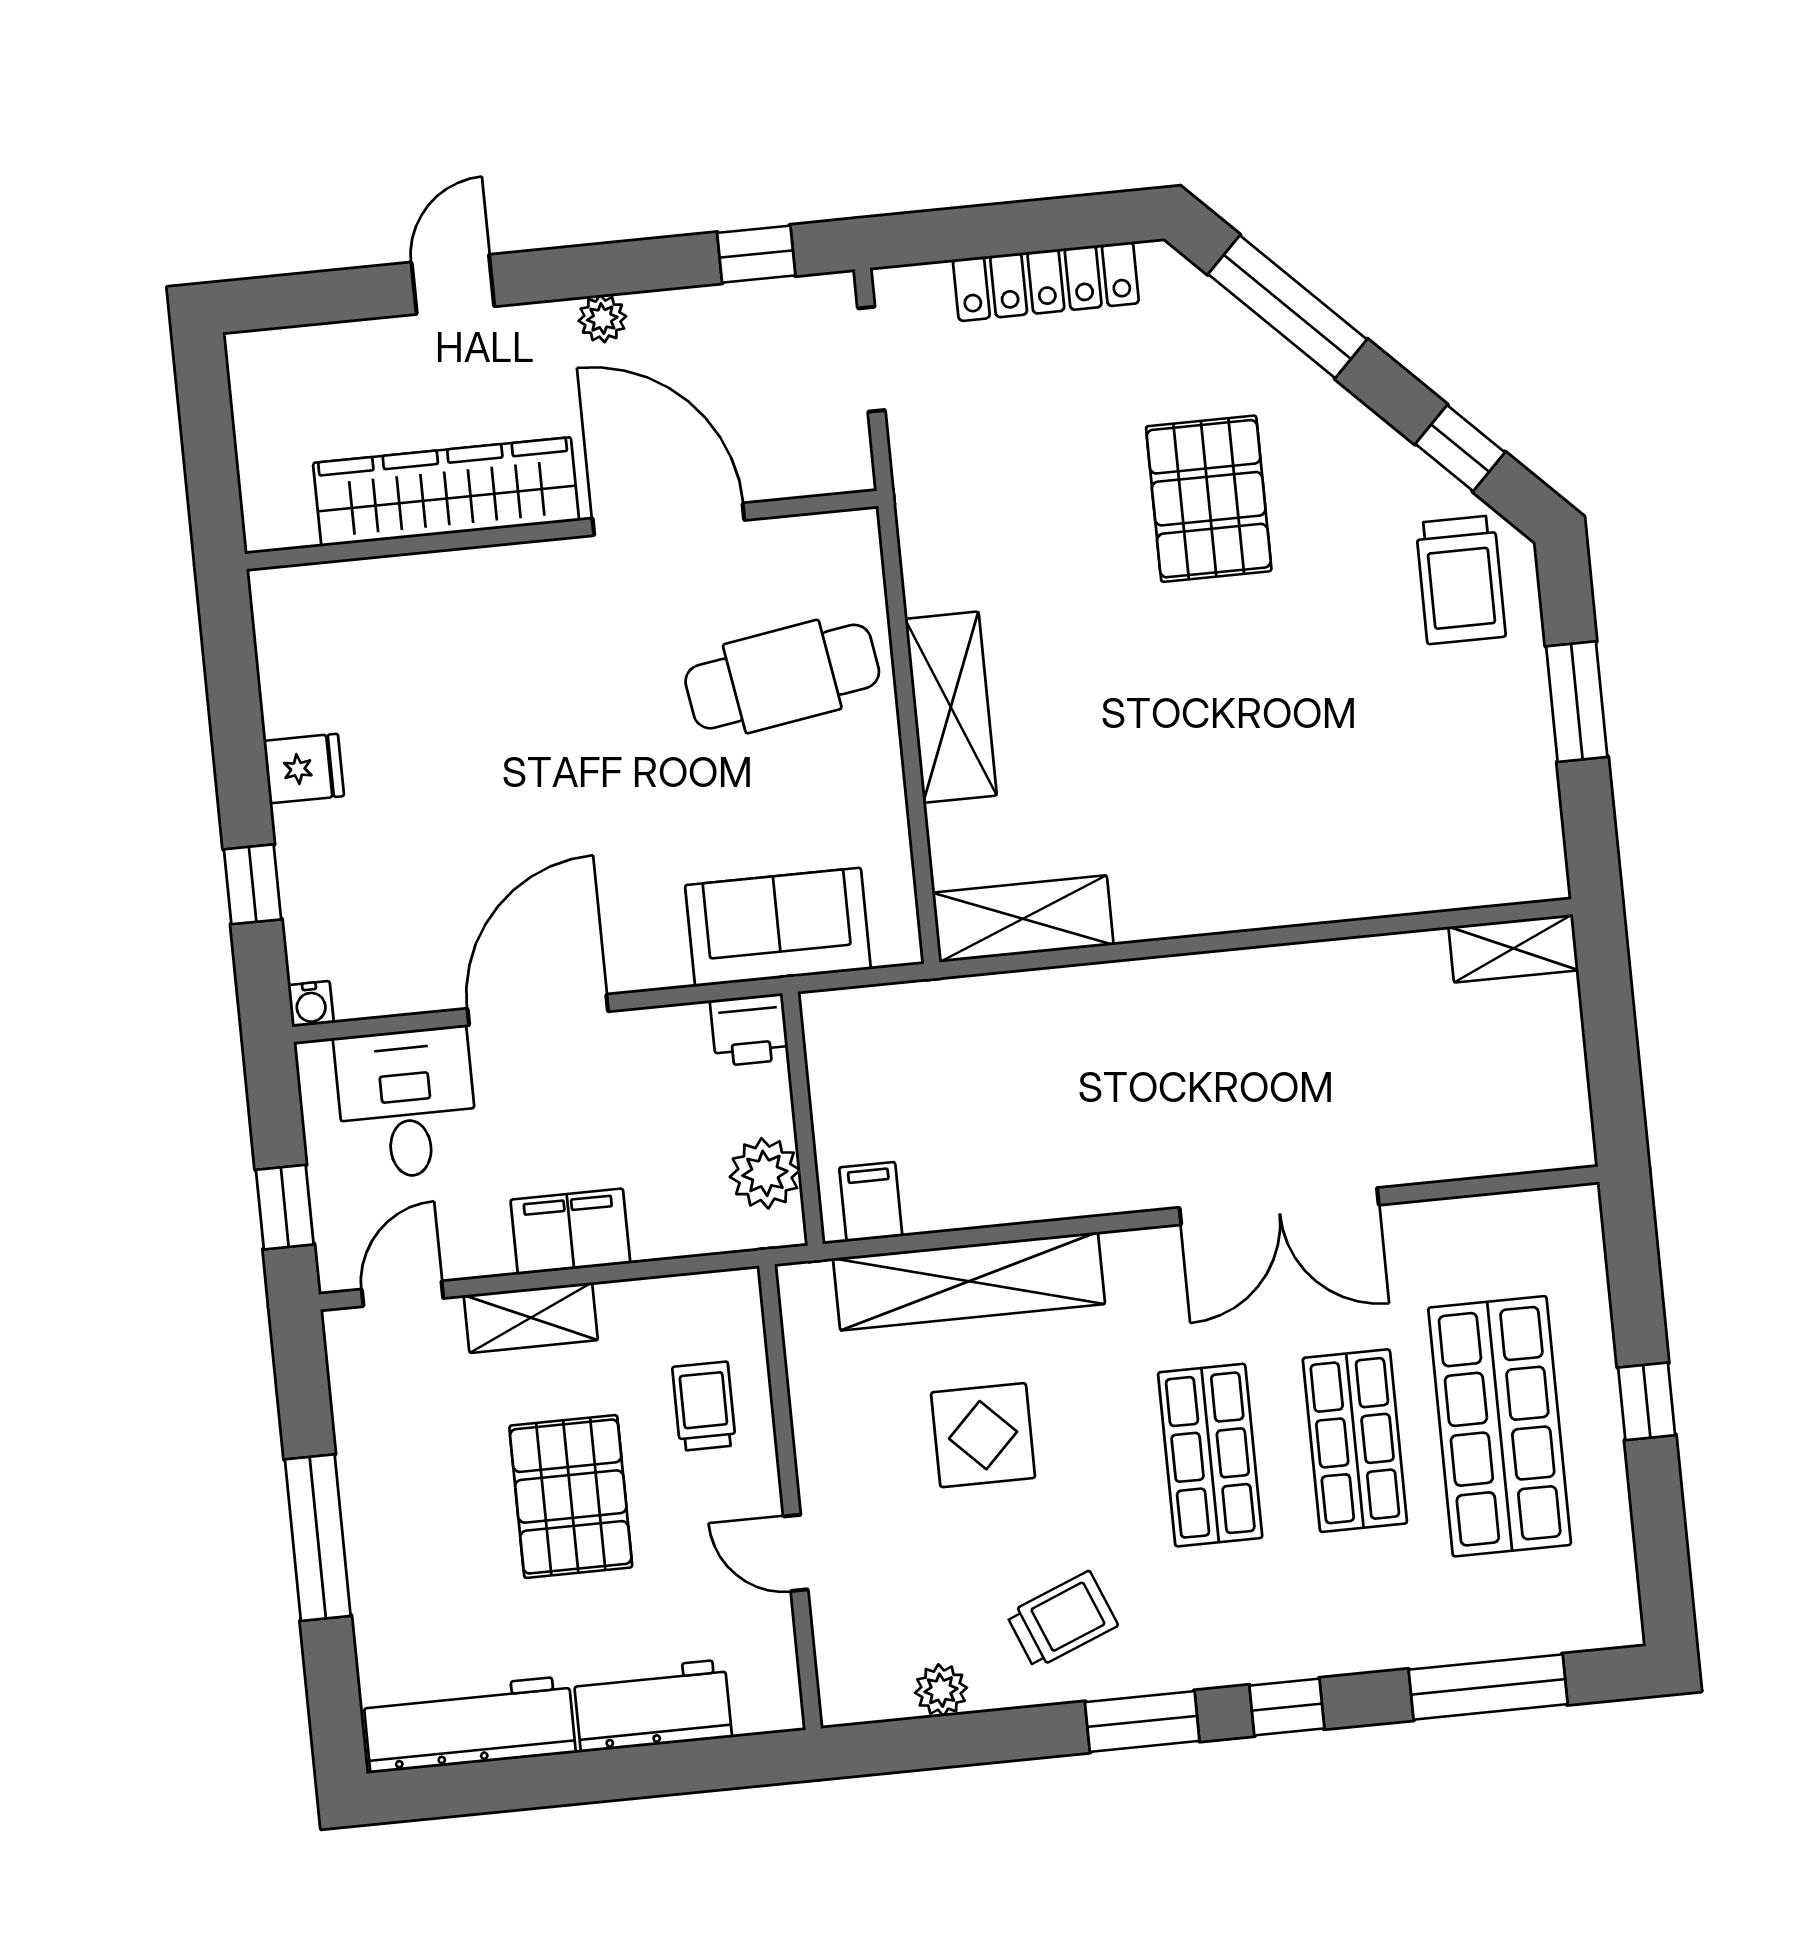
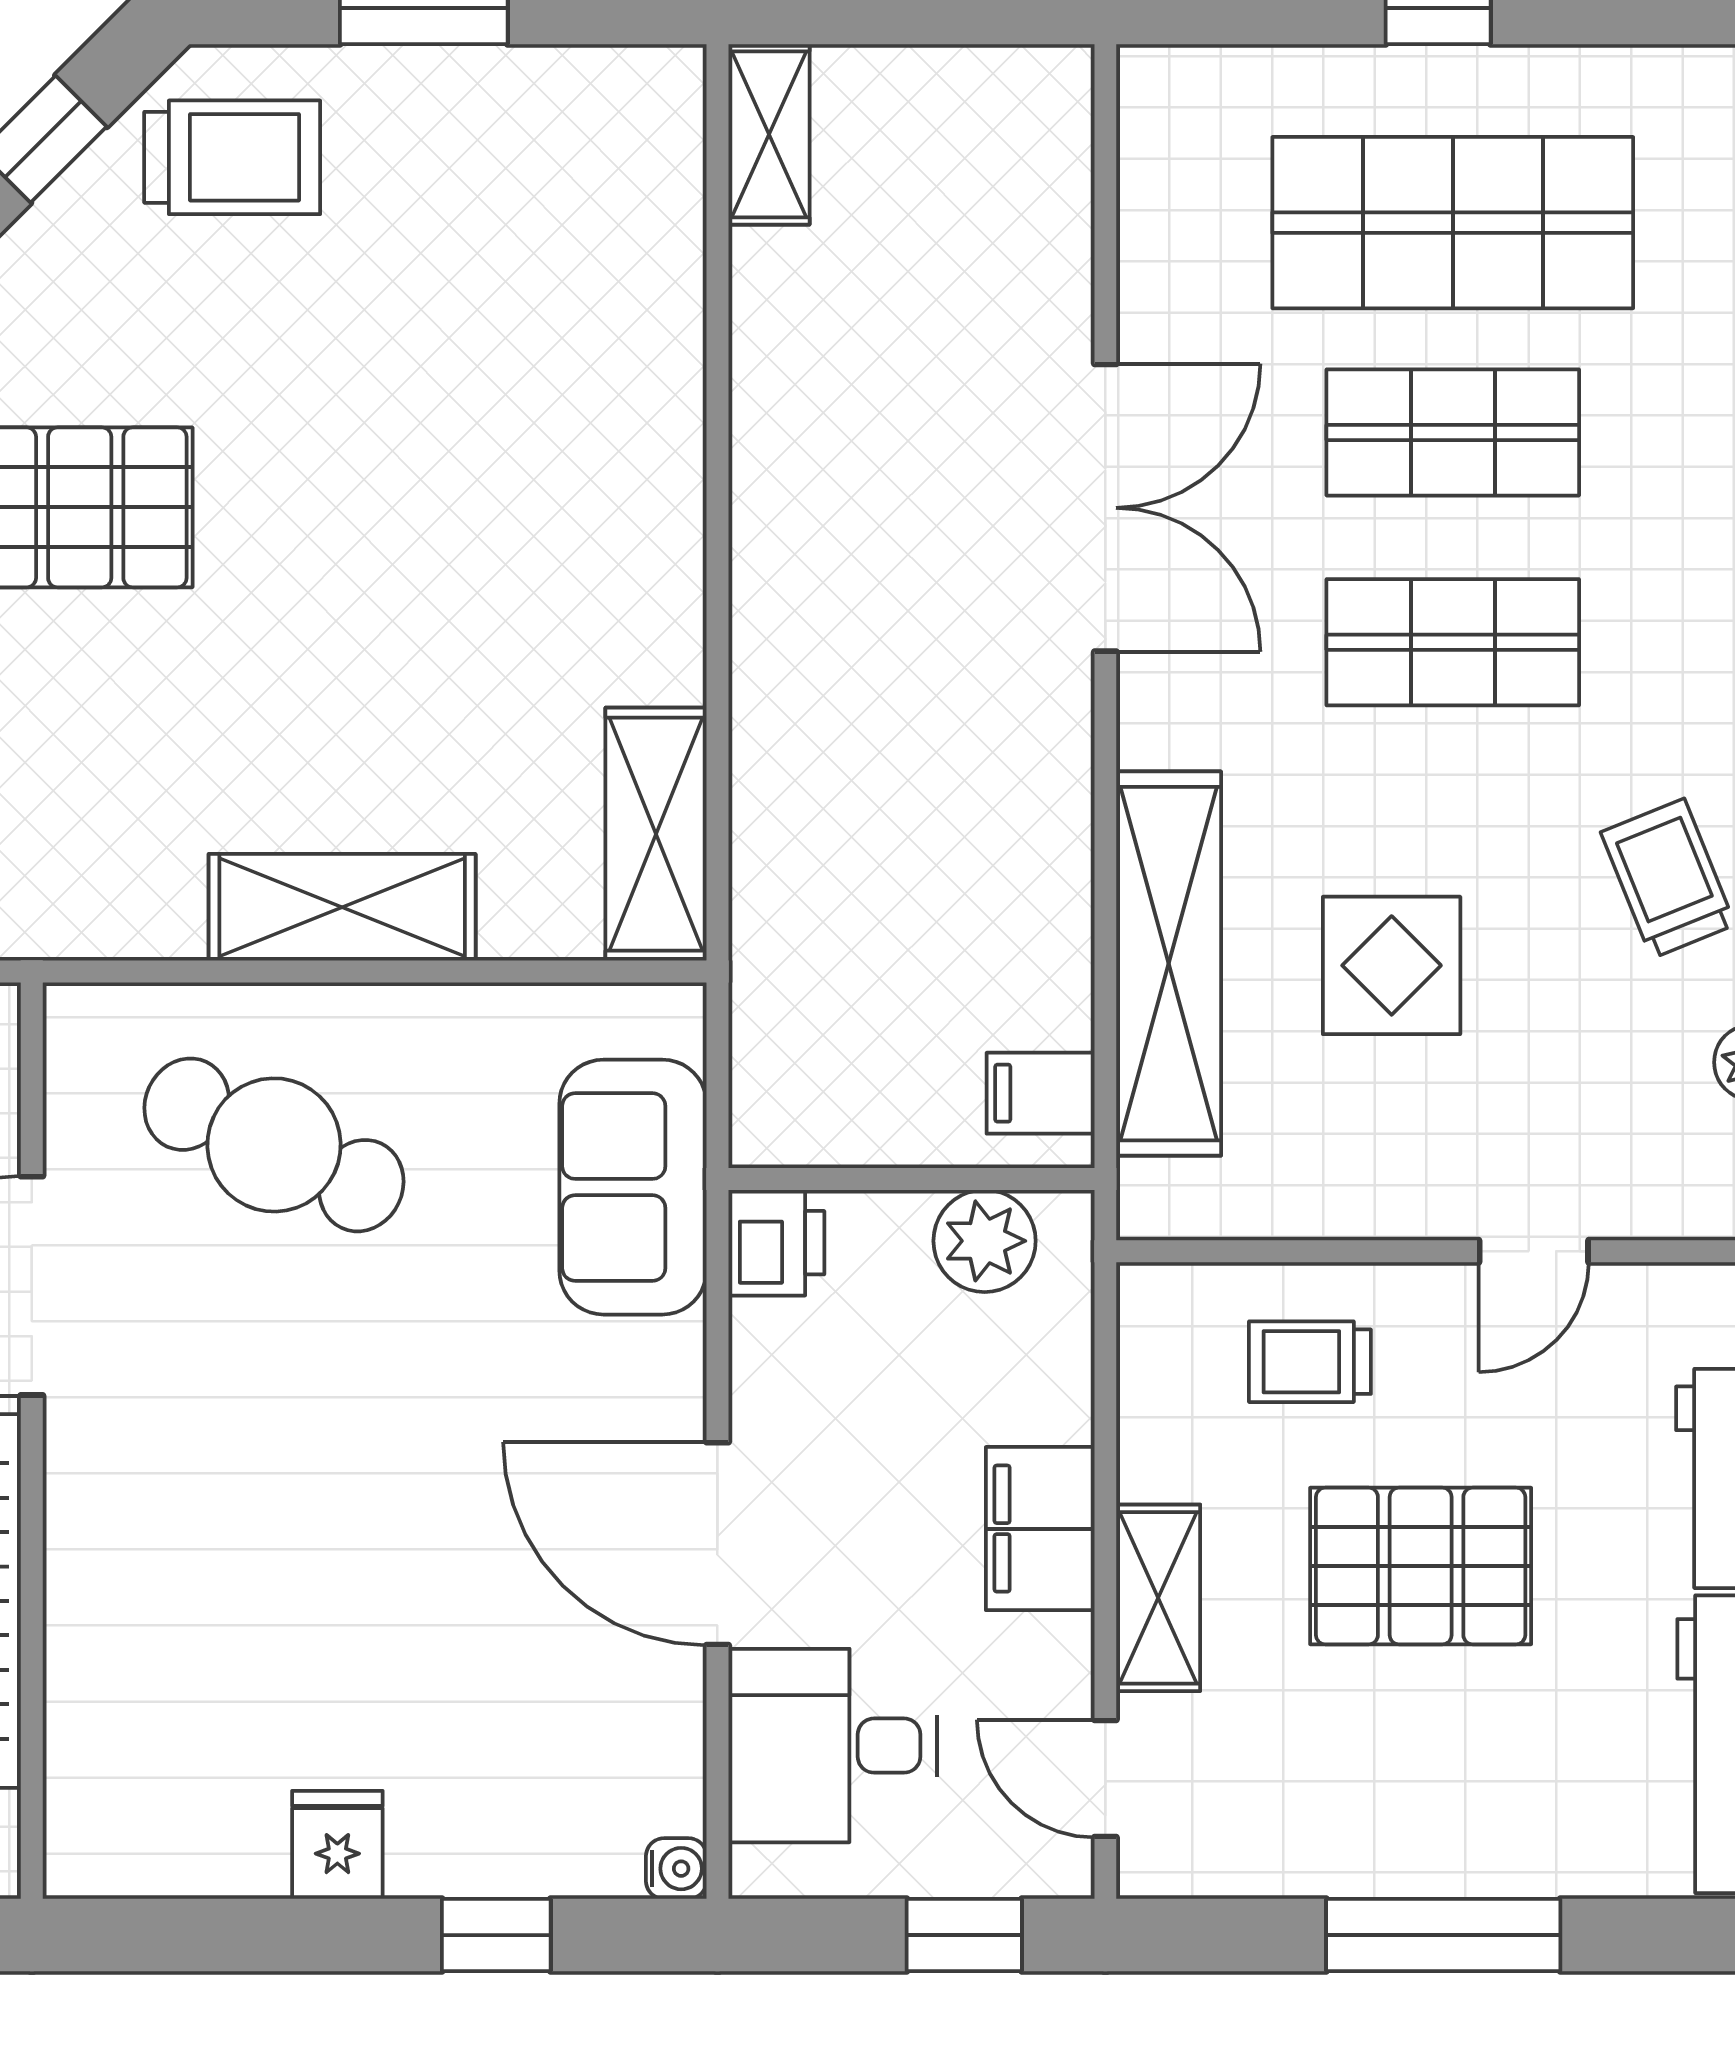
cafe table: (782, 677) -> (274, 1145), turned -56

